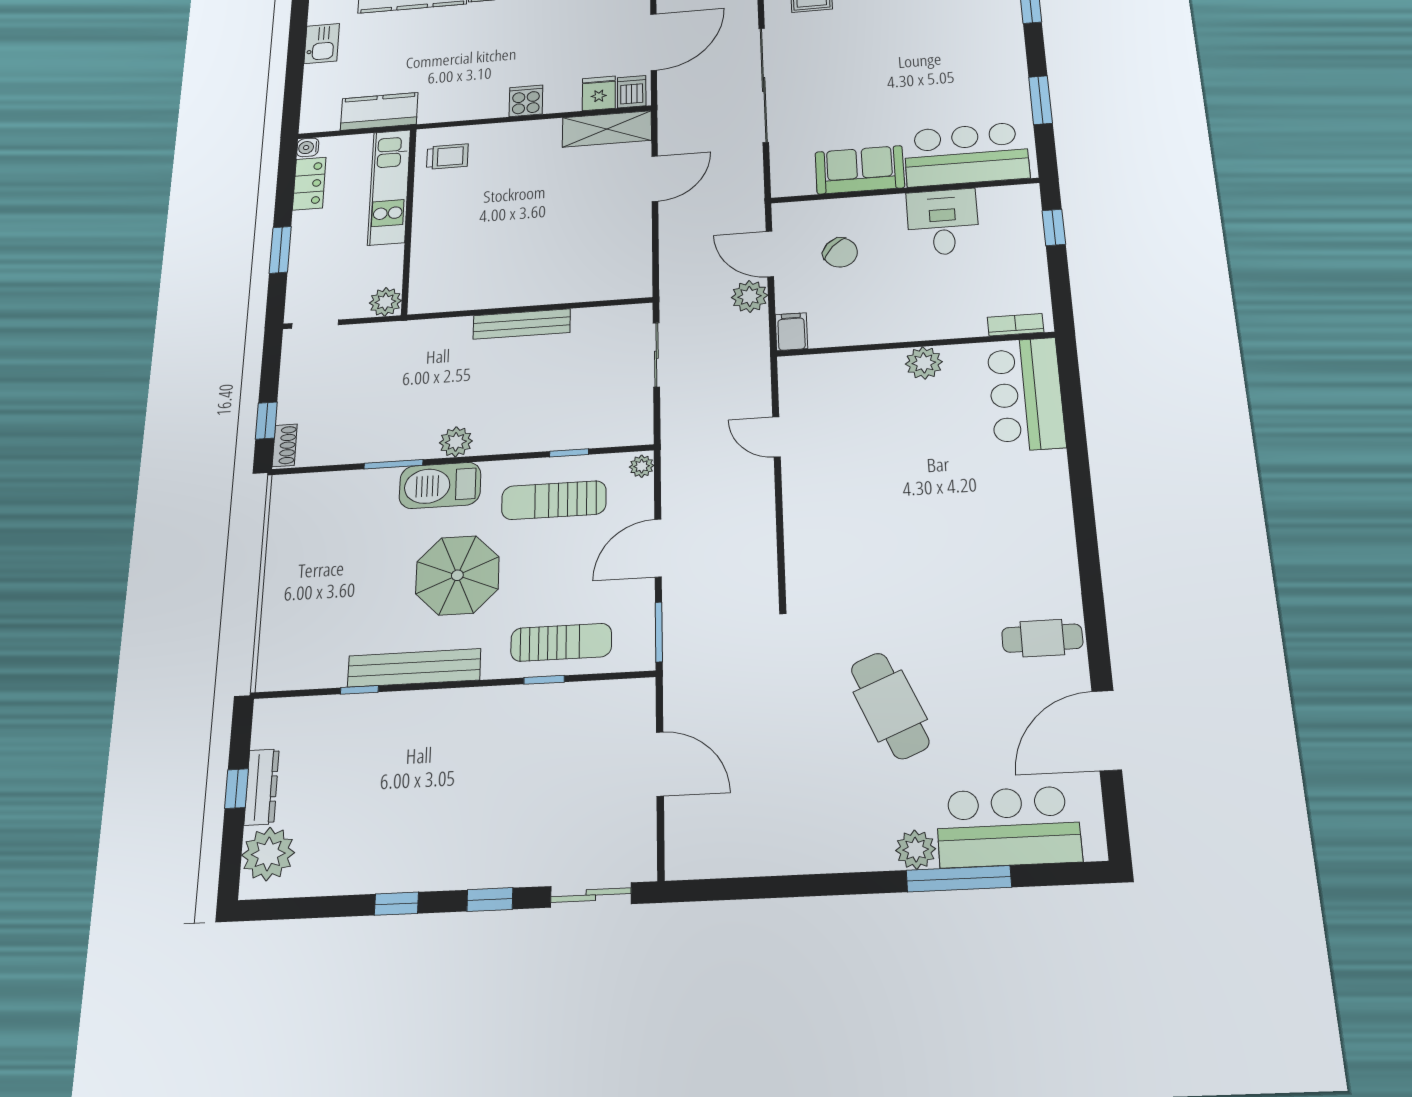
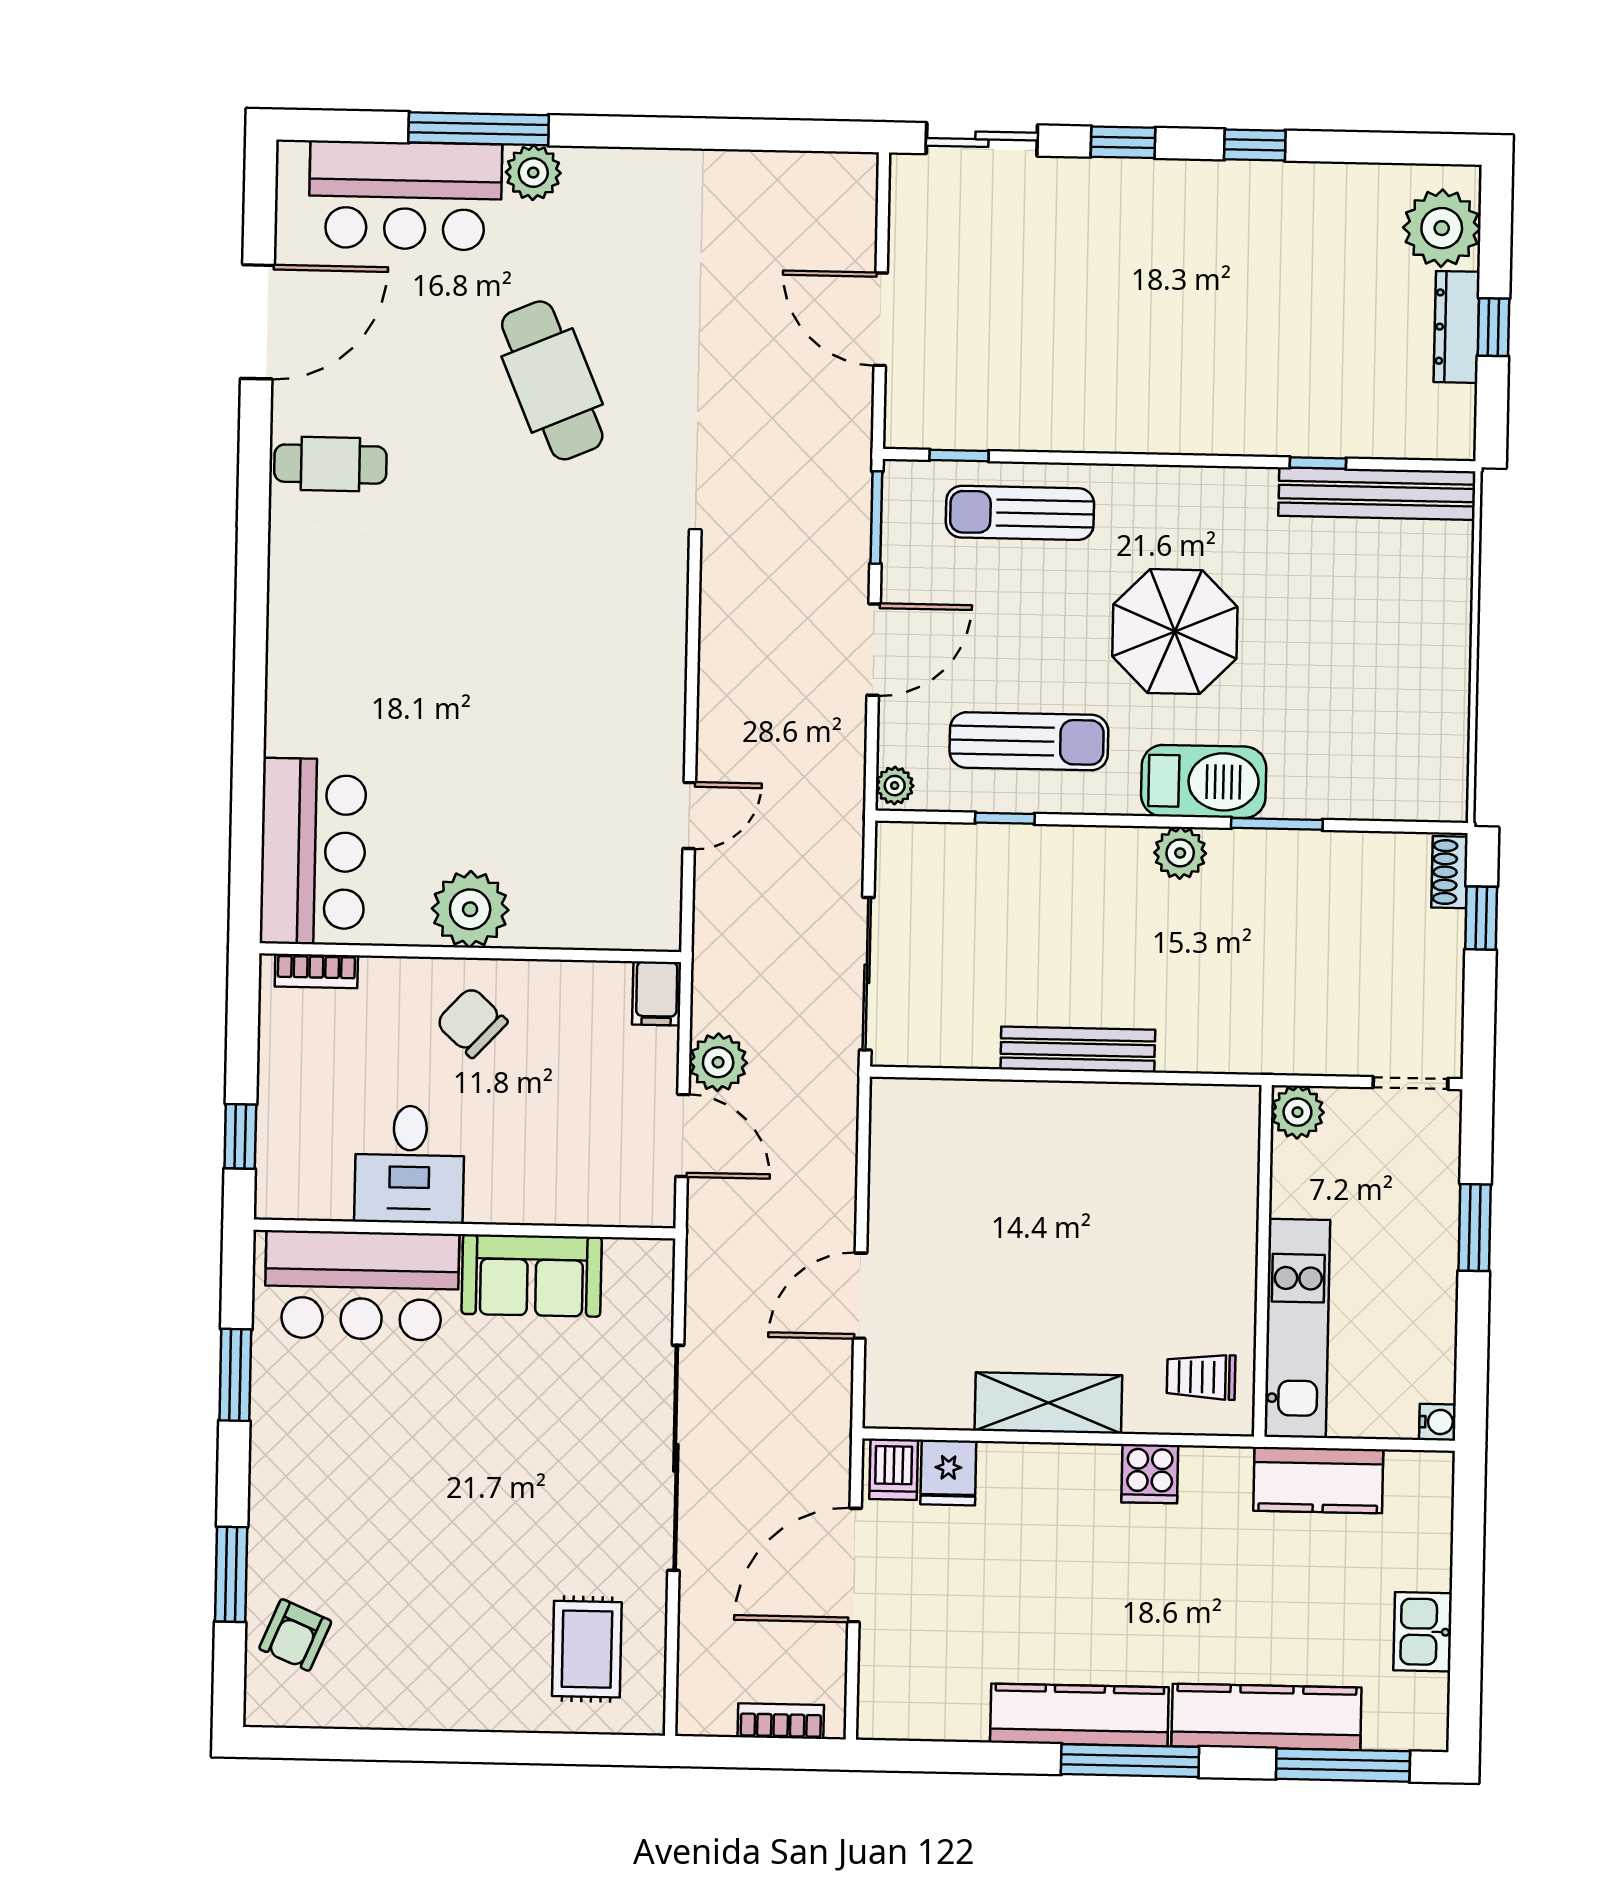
cooker: (526, 101) -> (1150, 1474), moved
shelving: (607, 129) -> (1048, 1403), moved
locker: (309, 184) -> (1432, 1350), removed
chair: (840, 253) -> (472, 1022), moved
sliding door: (656, 355) -> (867, 974), width x1.37
plant: (924, 363) -> (470, 909), width x1.36, depth x1.36
door: (776, 437) -> (689, 816), hinge flipped
bench: (414, 668) -> (1377, 494), moved
window: (544, 680) -> (959, 455), moved

